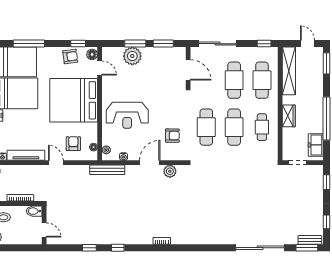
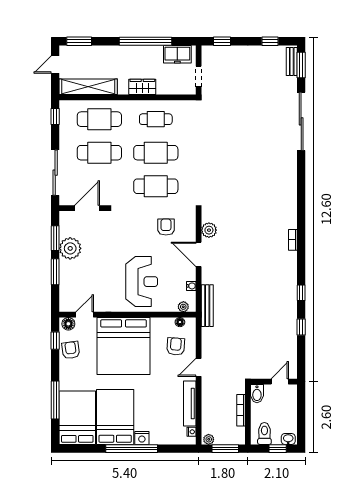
plant: (132, 56) -> (70, 248), moved
armchair: (73, 144) -> (176, 346), turned 94

